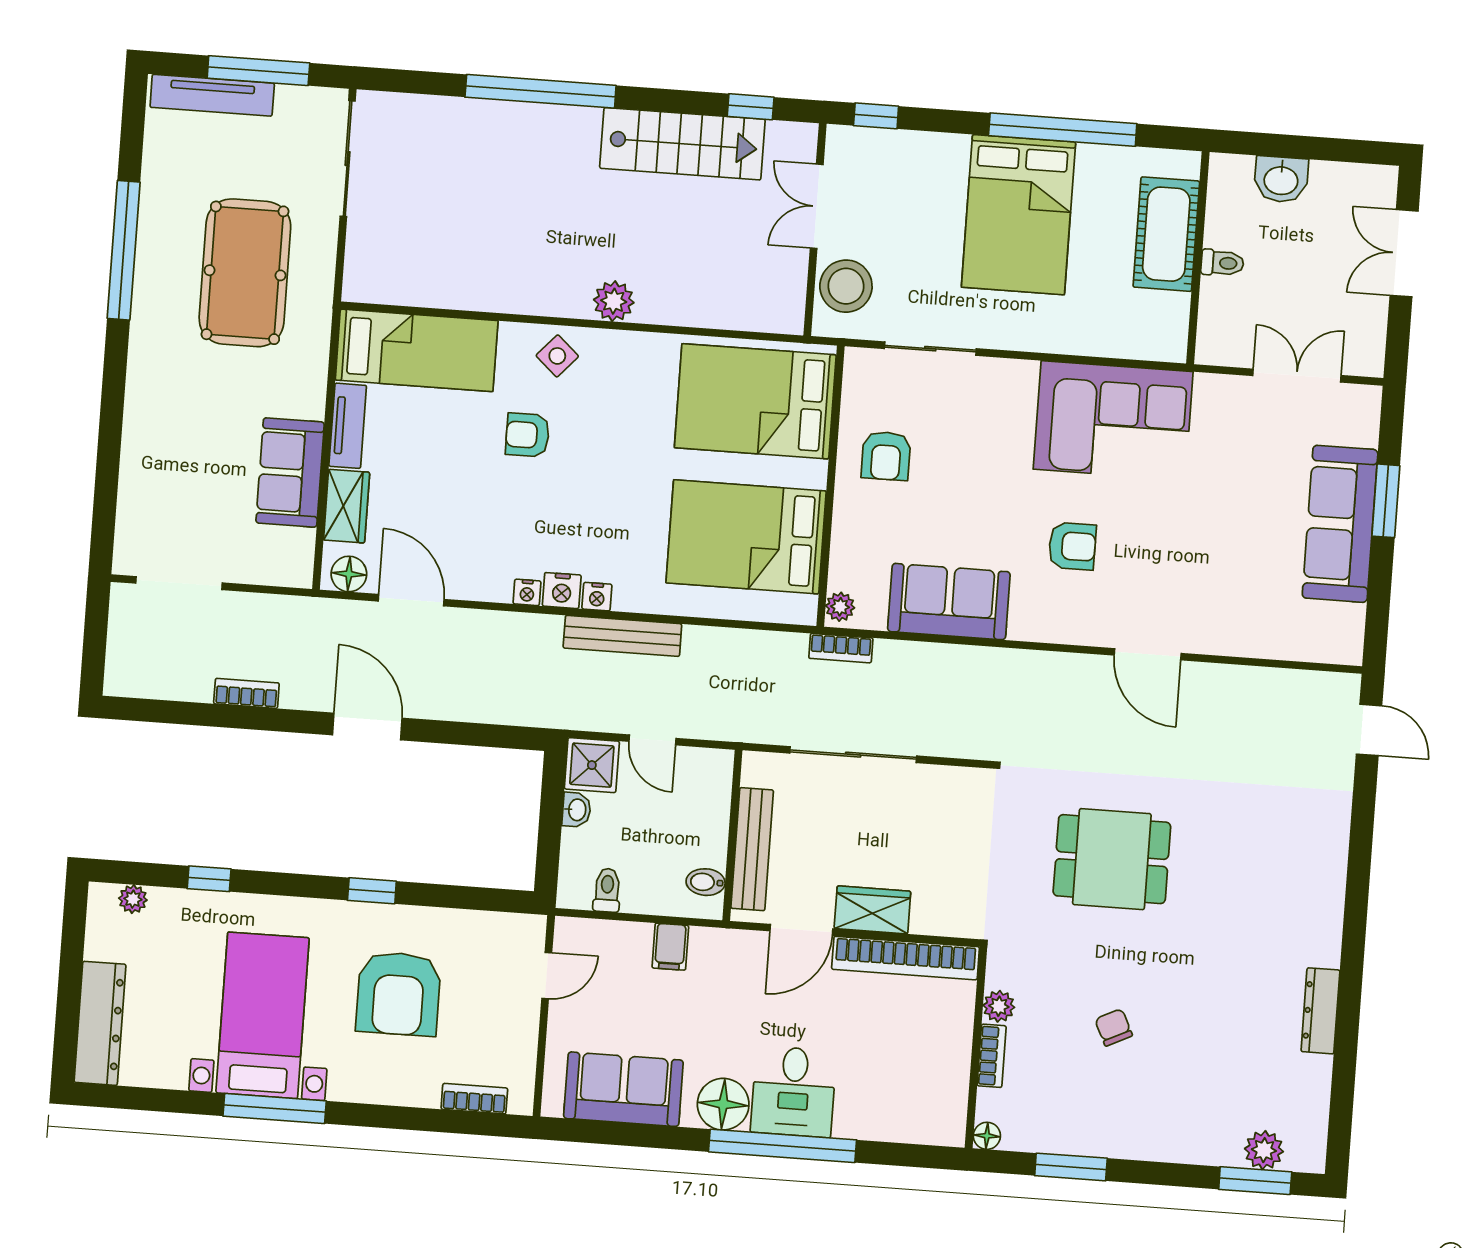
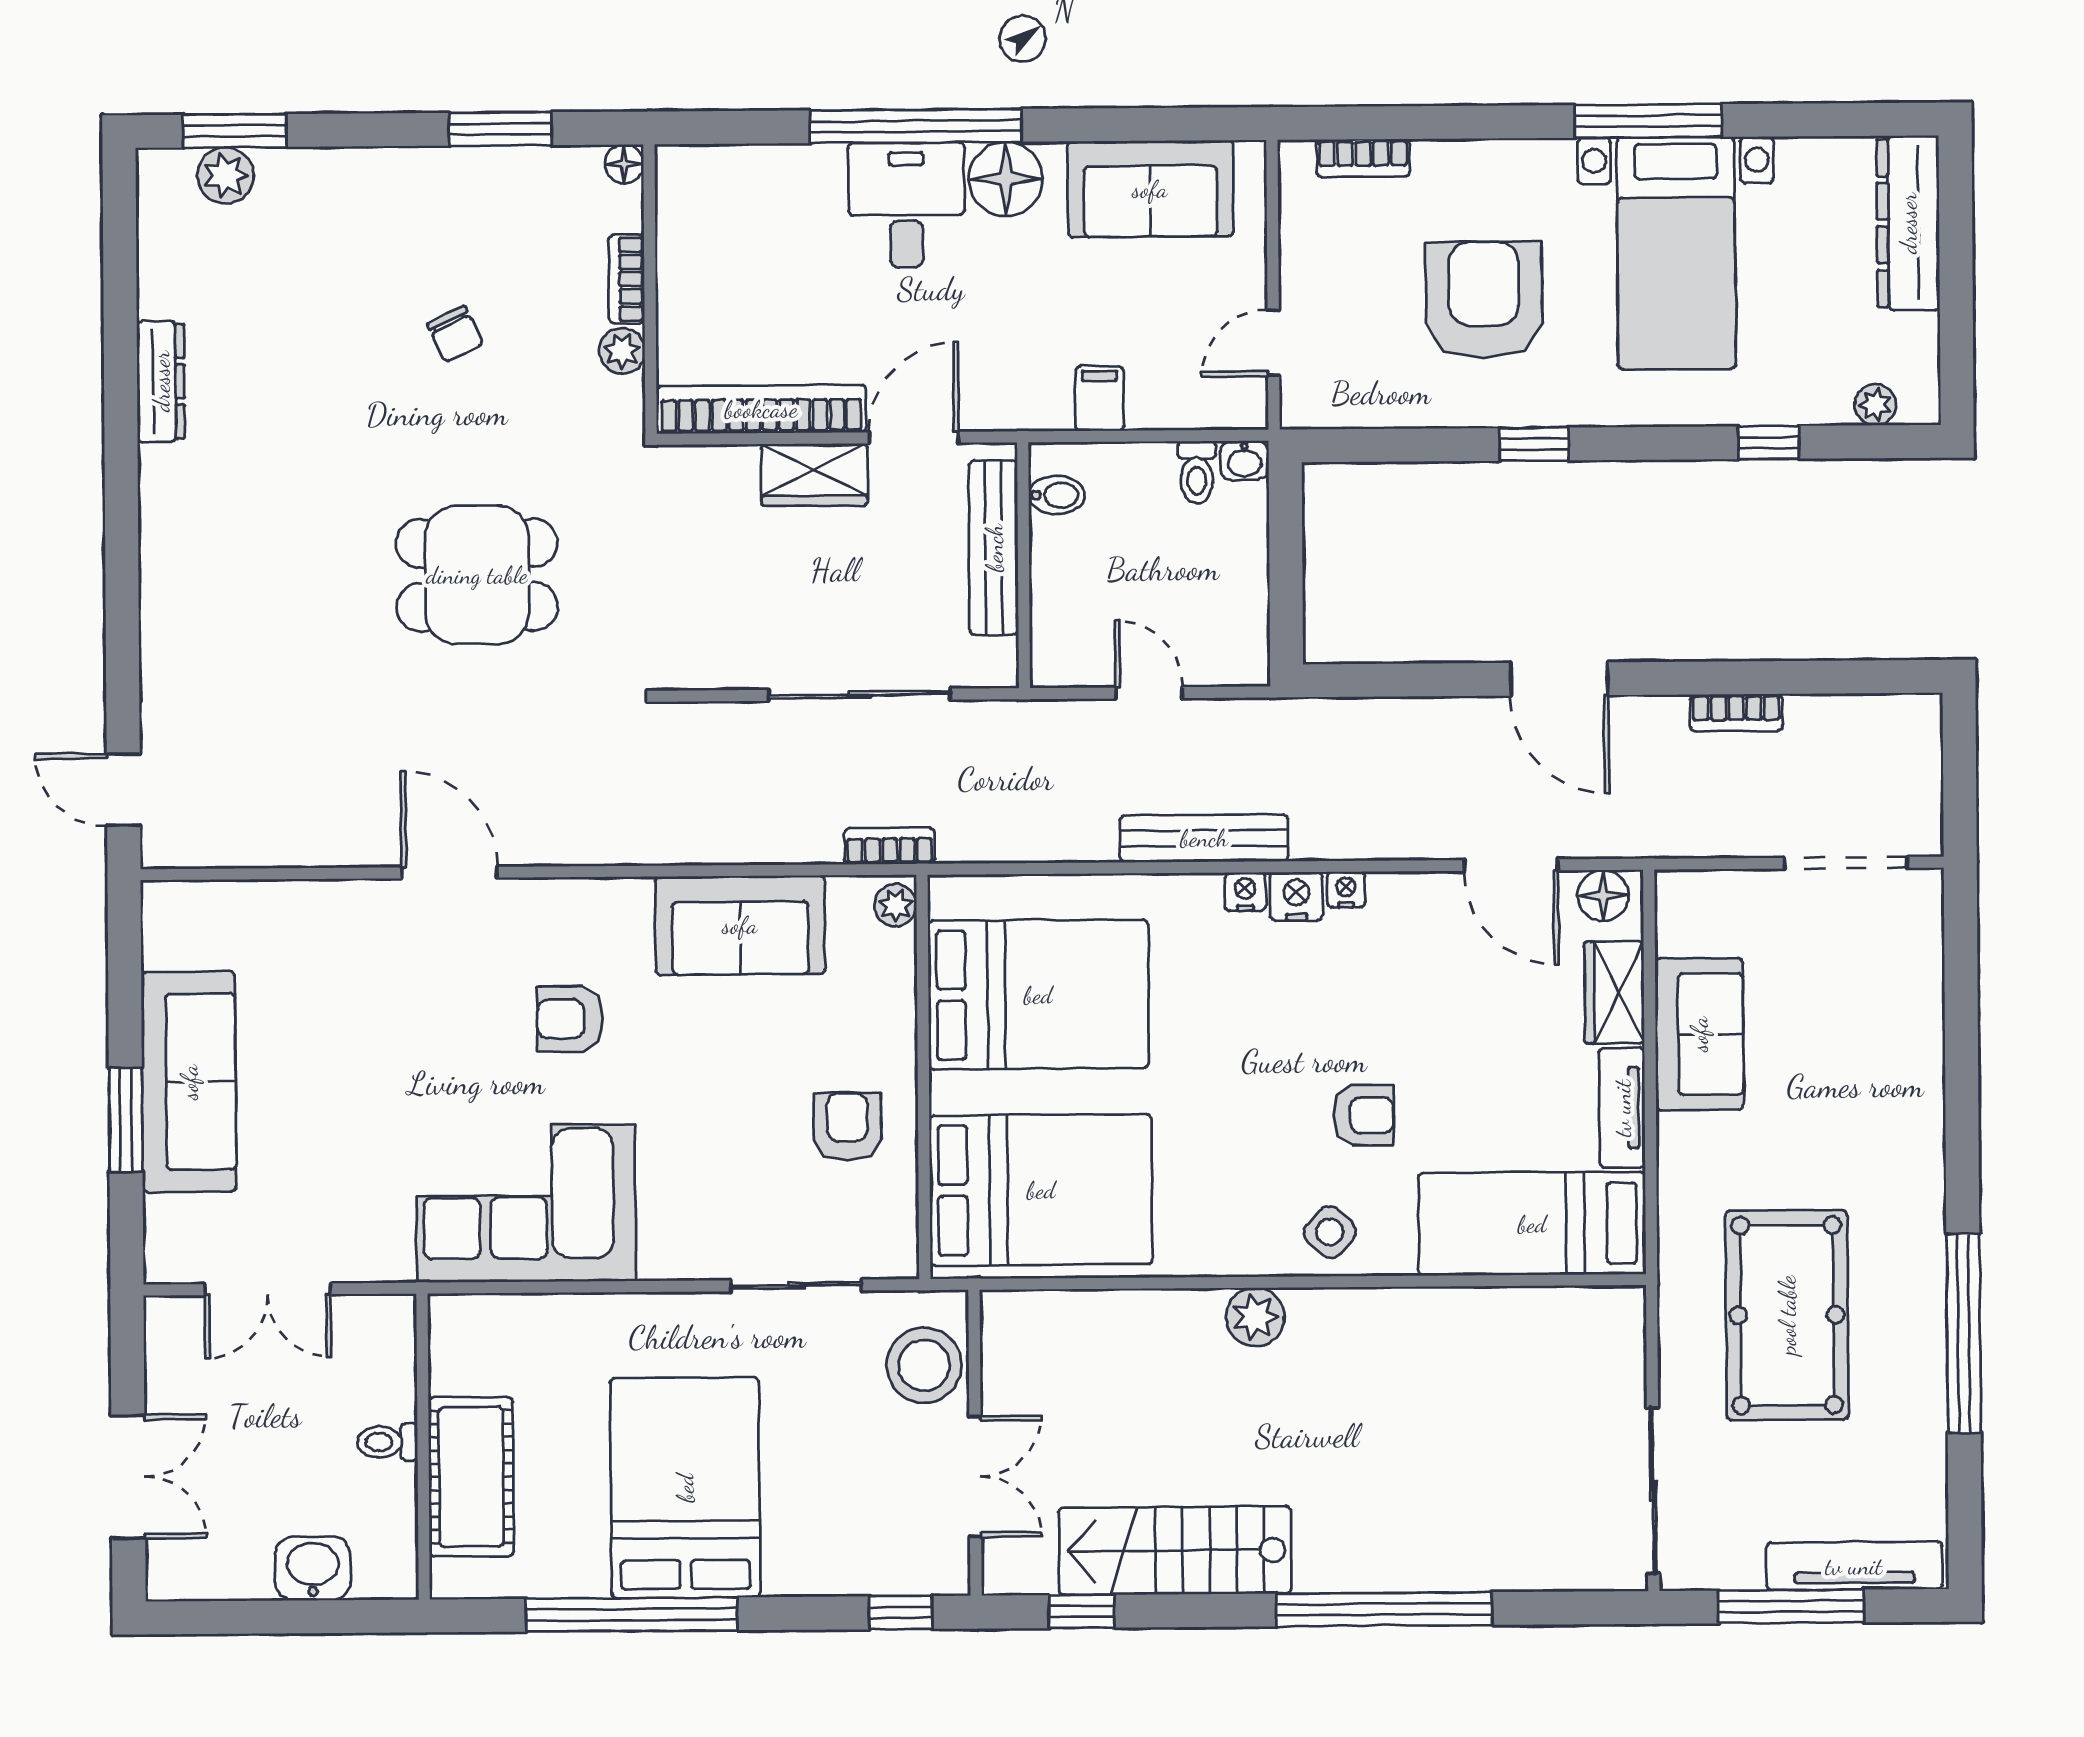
shower: (592, 765) -> (1233, 650), removed
washbasin: (576, 810) -> (1244, 460), moved, turned -90

